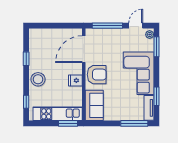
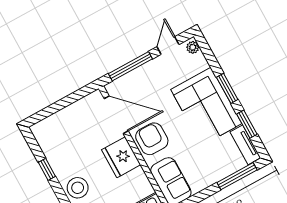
window: (157, 47) -> (227, 88), moved
door: (84, 49) -> (116, 115), swing flipped
armchair: (97, 75) -> (152, 139), turned -90
fridge: (75, 80) -> (121, 157), width x1.88, depth x1.34

